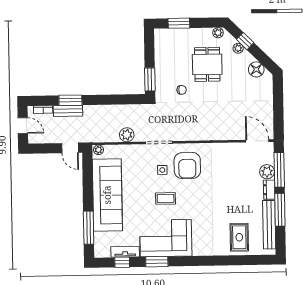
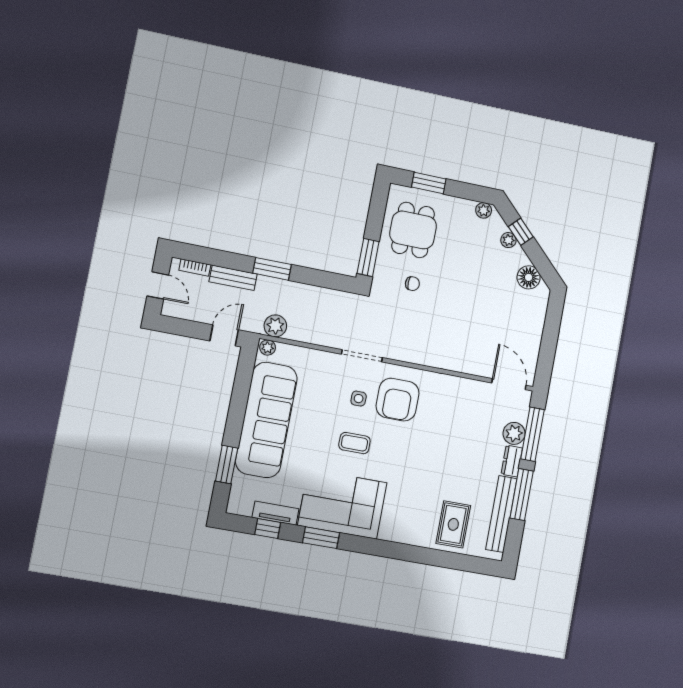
dining table: (207, 64) -> (413, 230), moved
window: (70, 100) -> (272, 269), moved
plant: (127, 135) -> (275, 326), moved
door: (70, 148) -> (224, 335), swing flipped
window: (89, 228) -> (227, 465), width x0.69

